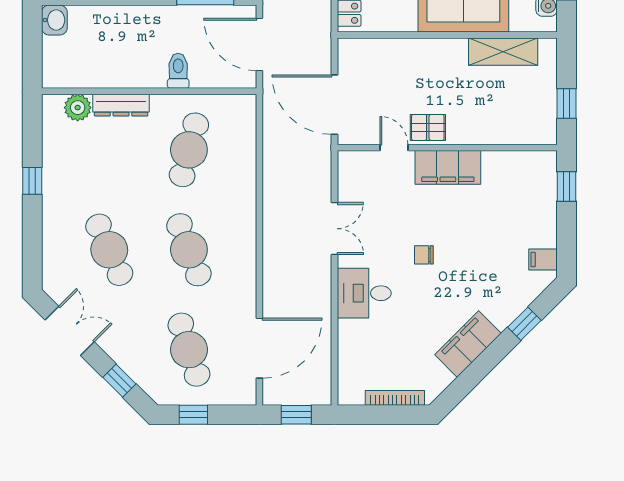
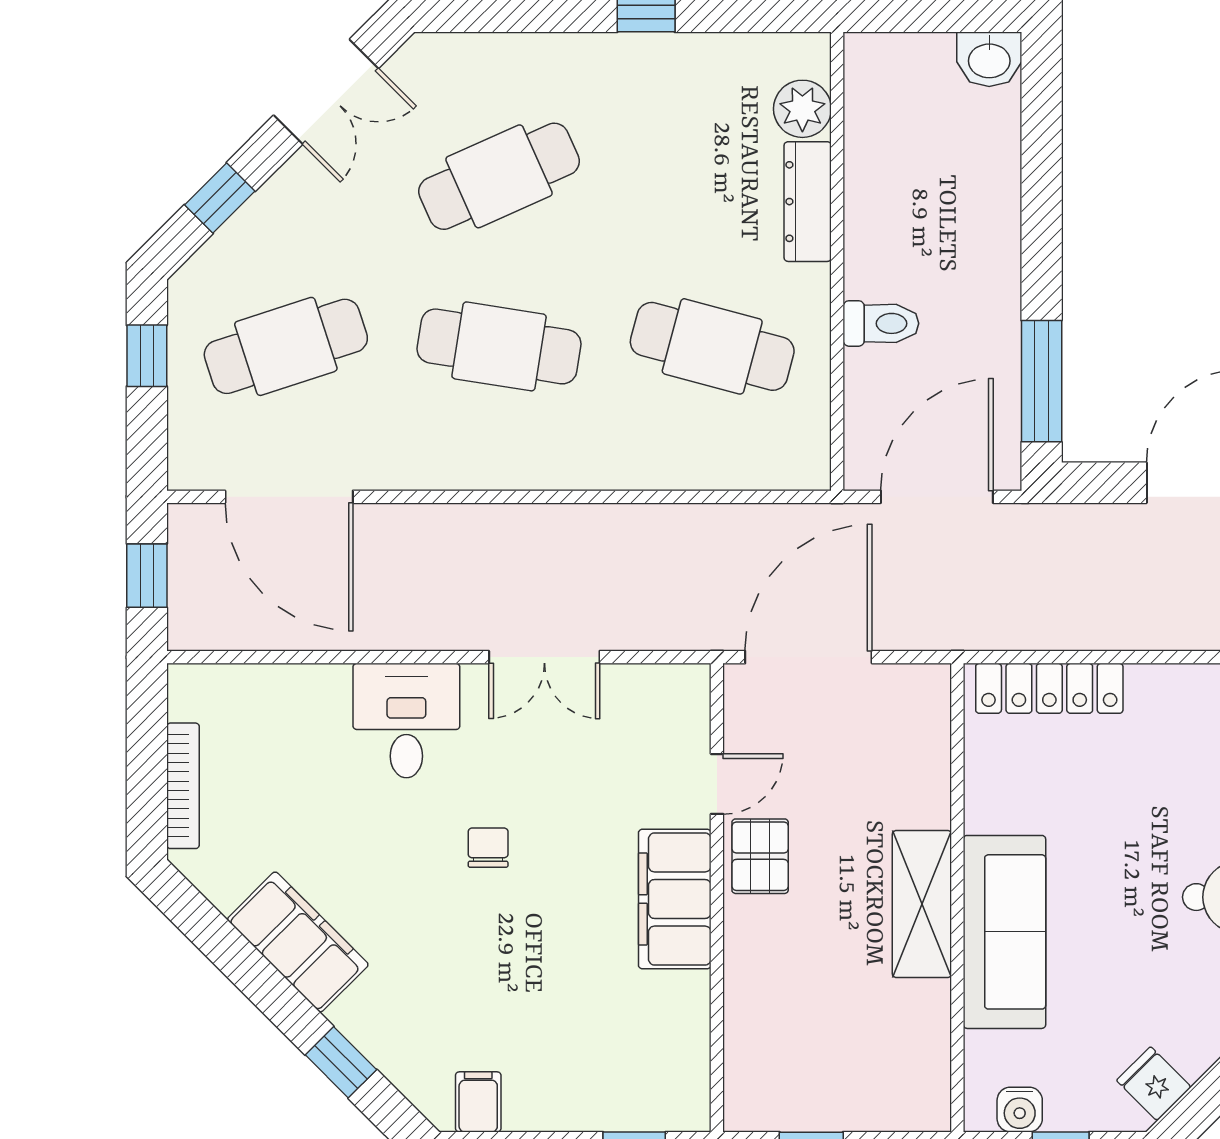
shelving: (503, 52) -> (922, 904), moved
cafe table: (189, 250) -> (499, 346), turned 30

